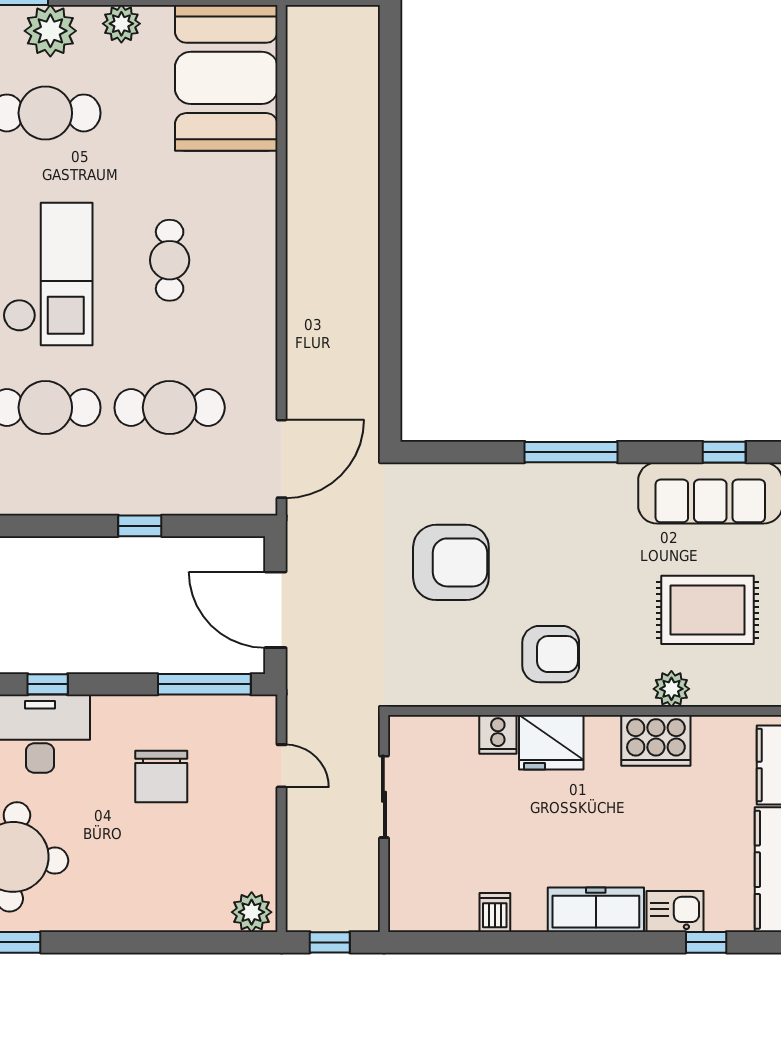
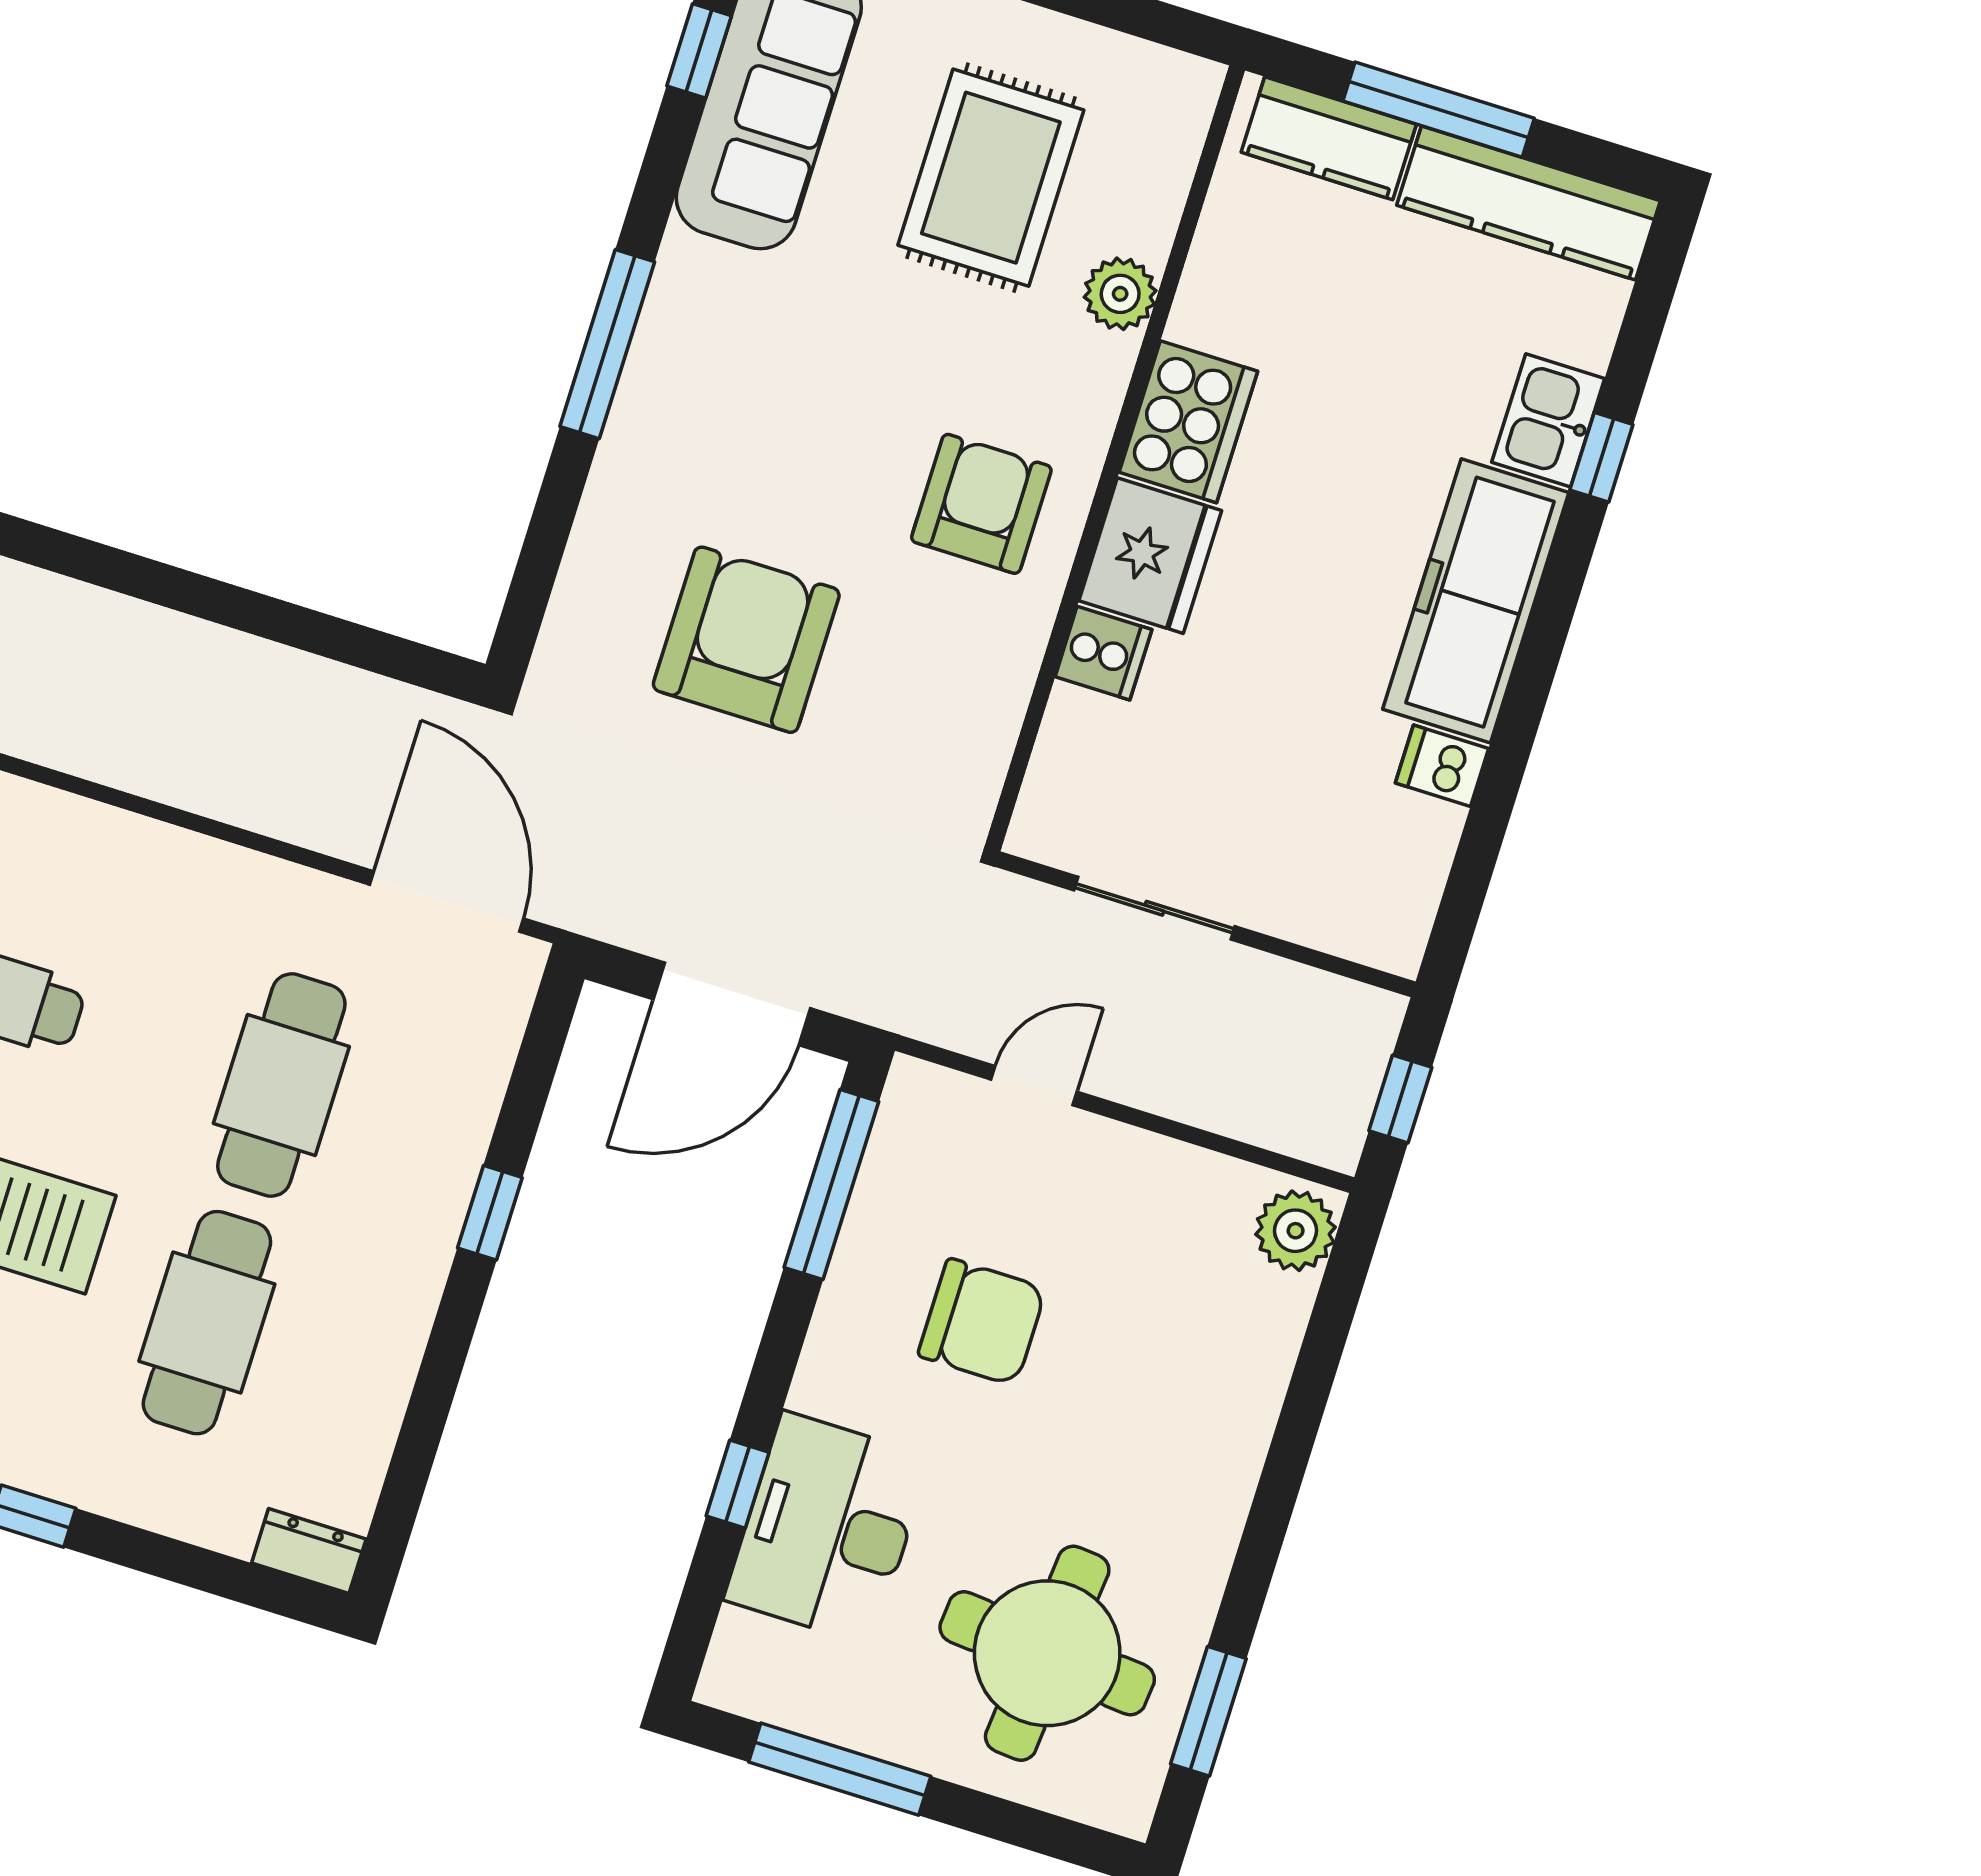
cooker: (656, 740) -> (1188, 422), moved
freezer: (596, 910) -> (1476, 601), width x1.36, depth x1.26
window: (706, 942) -> (1601, 457), moved

